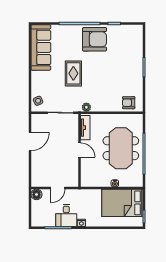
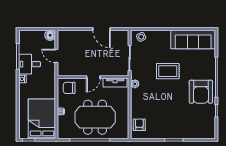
chair: (91, 175) -> (69, 88), added

